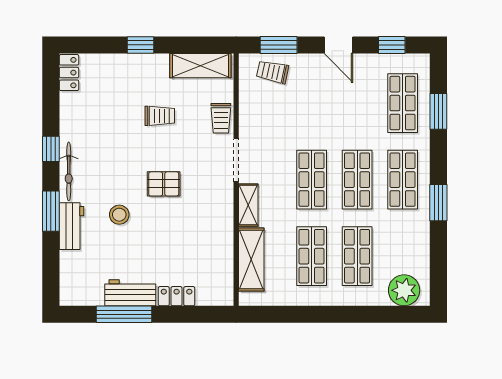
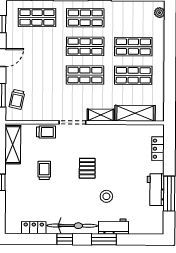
locker: (69, 73) -> (34, 228), moved
bicycle: (69, 171) -> (72, 226), width x1.37, depth x1.40
plant: (404, 290) -> (160, 13), width x0.53, depth x0.53
locker: (177, 296) -> (158, 149), moved

